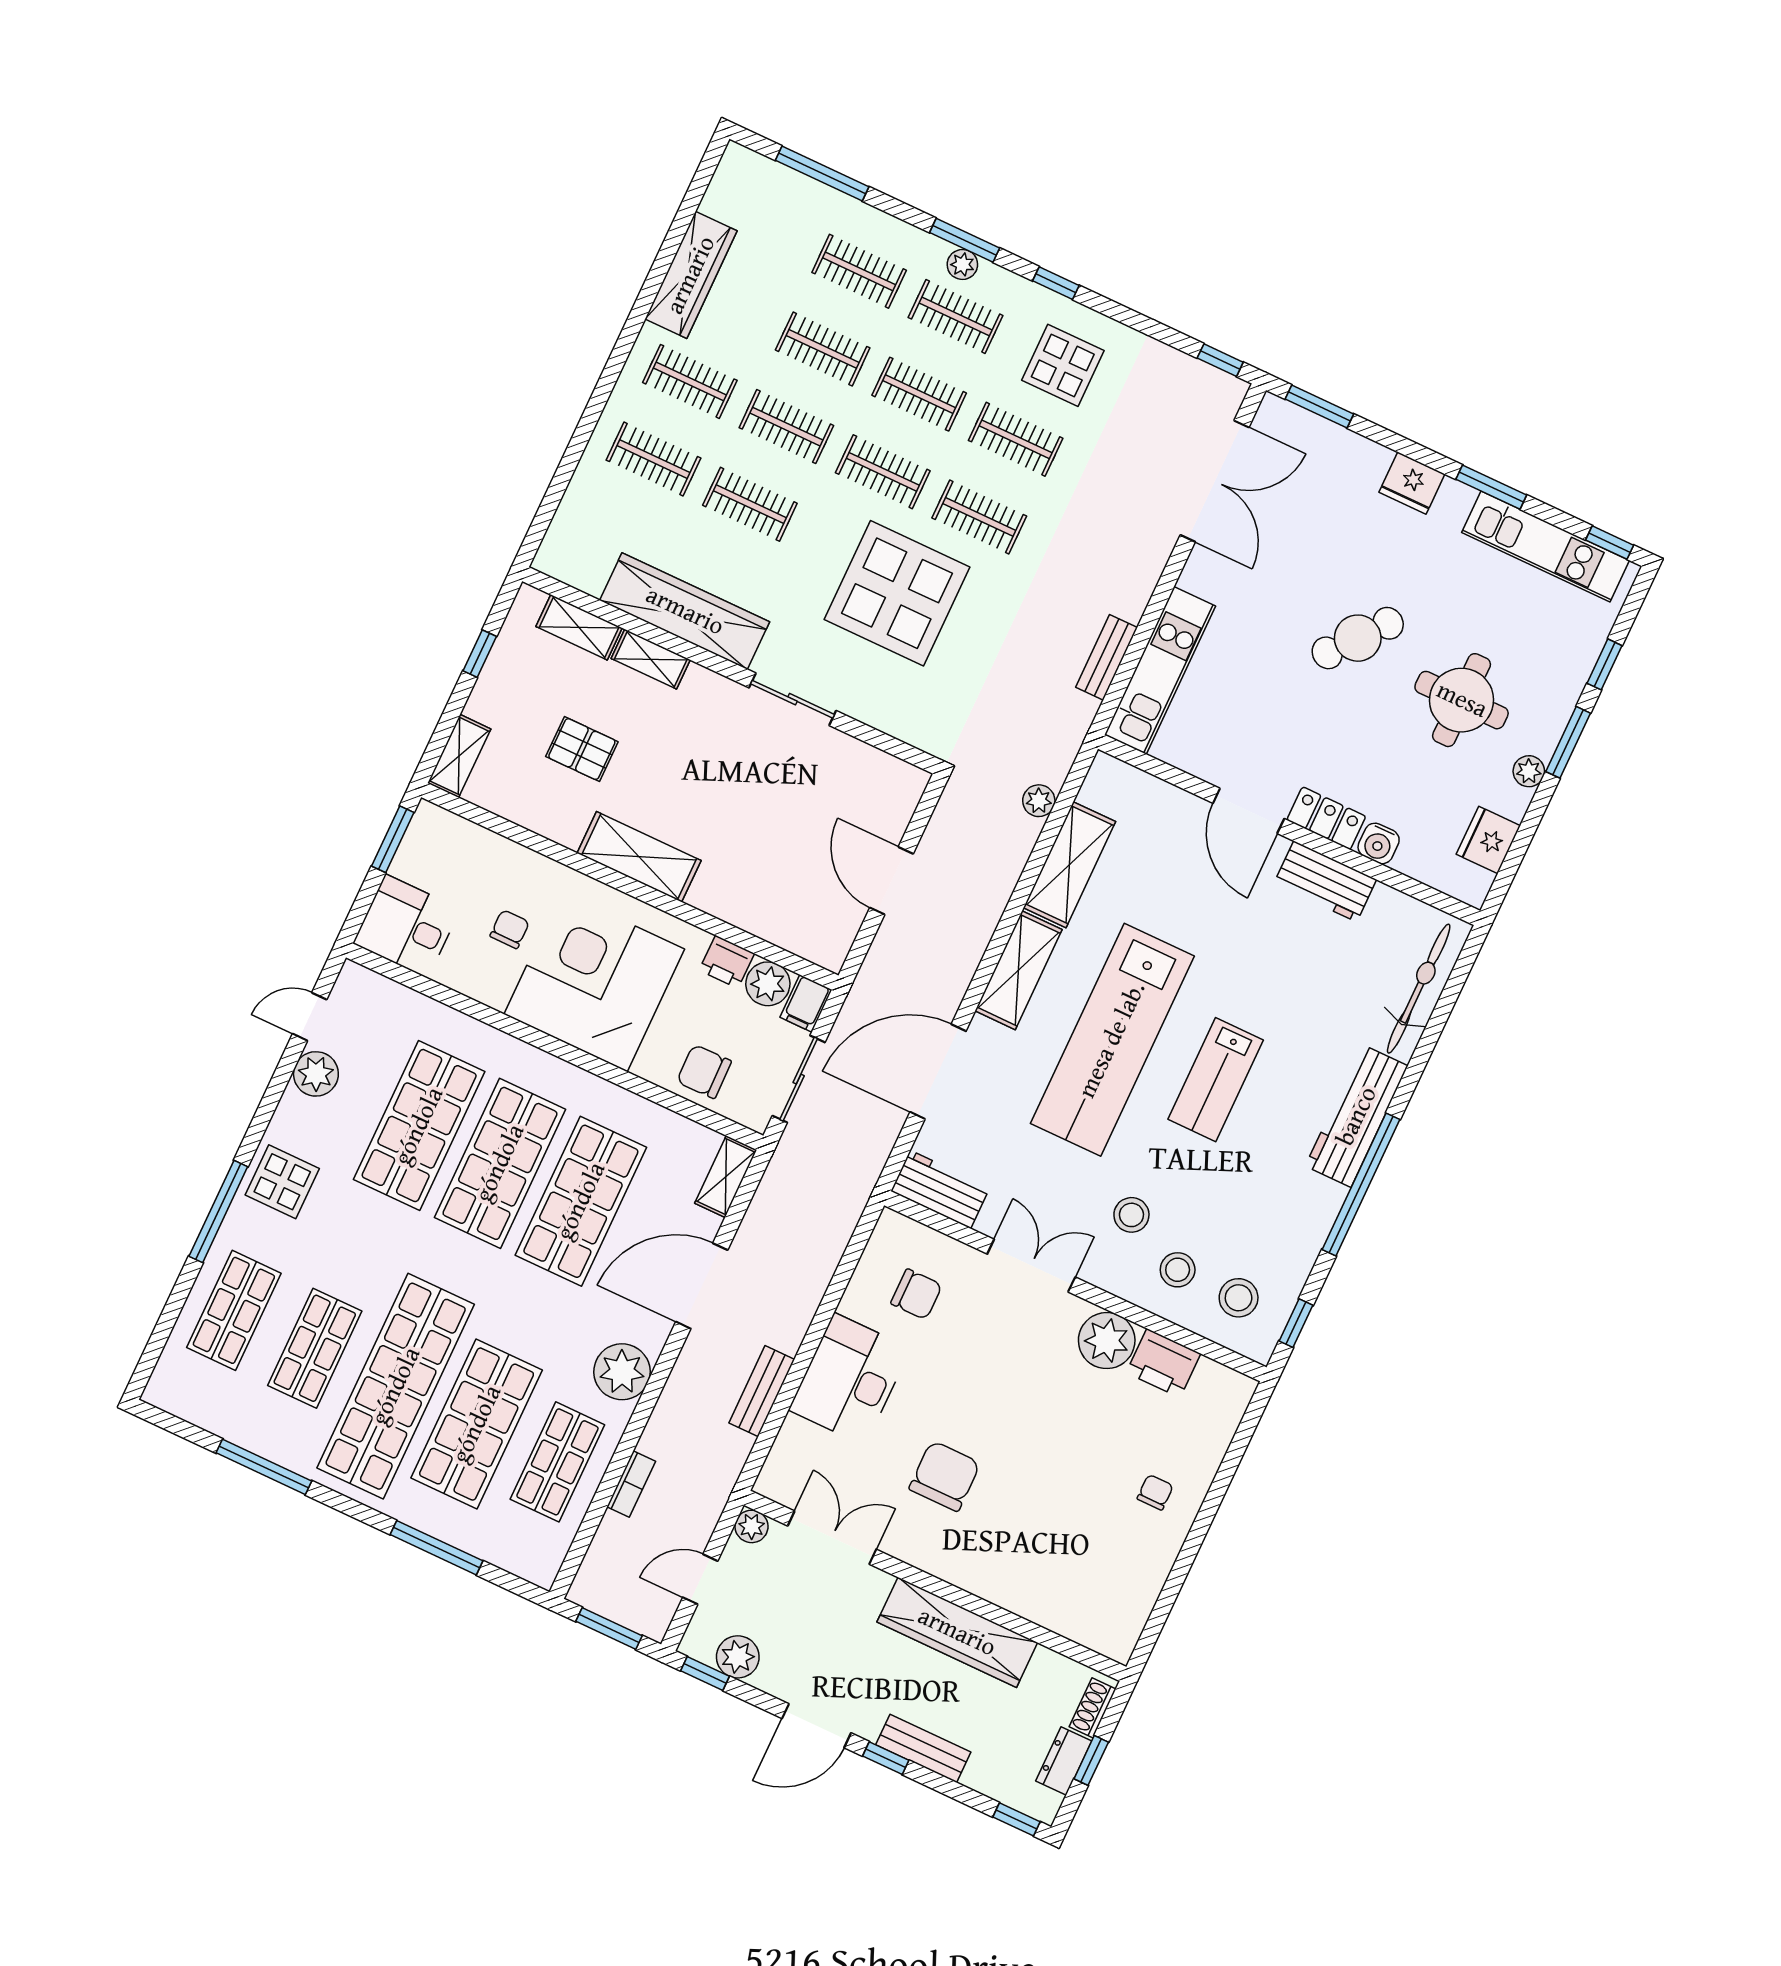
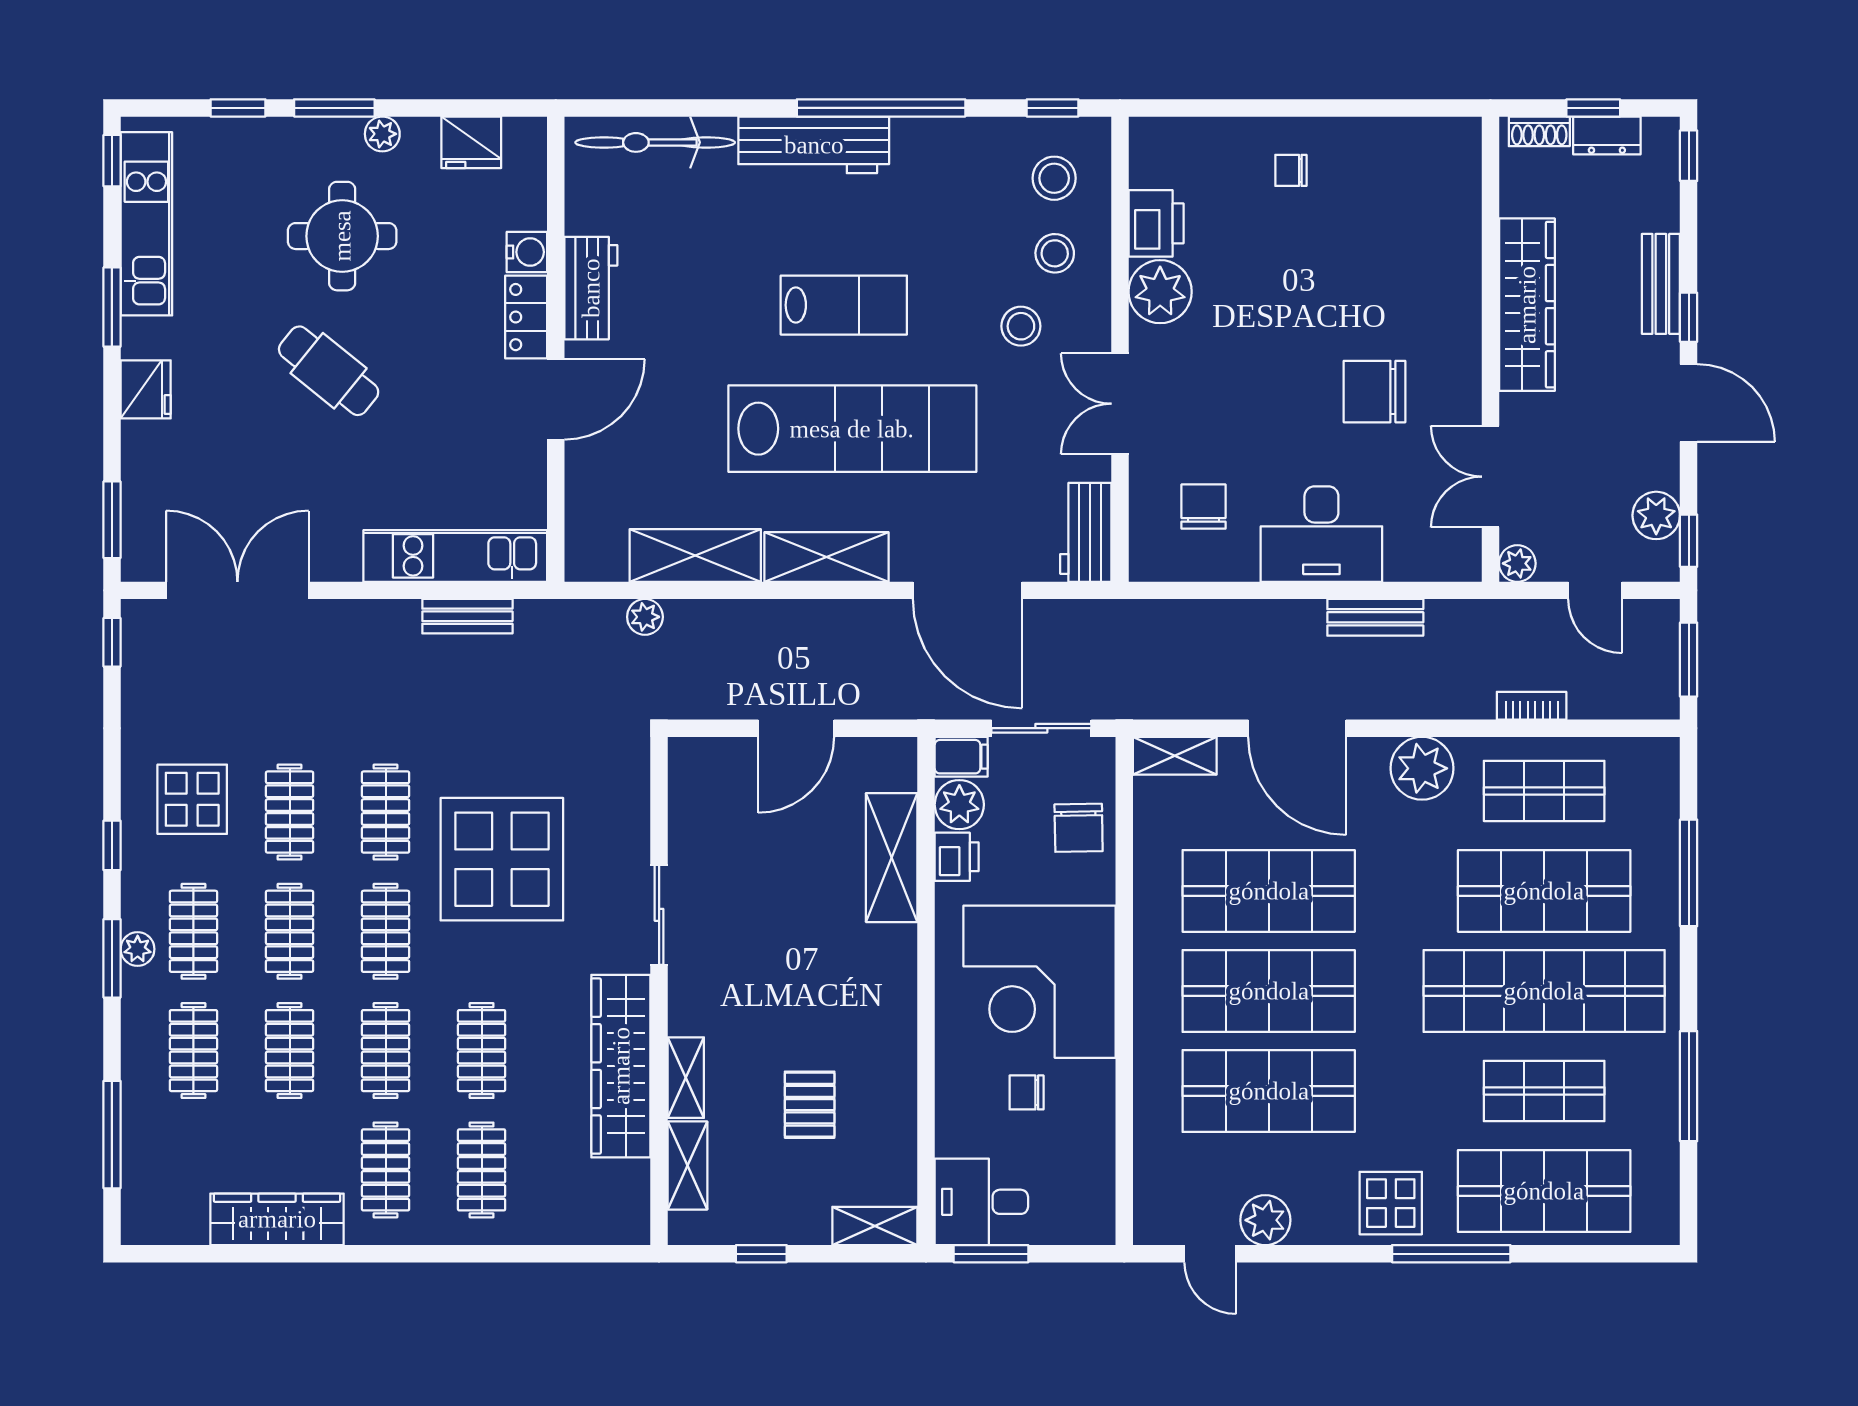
shelving: (639, 857) -> (892, 858), moved
desk: (407, 926) -> (981, 1202), moved, turned 90
shop shelf: (234, 1310) -> (1544, 1191), width x1.43, depth x1.36

